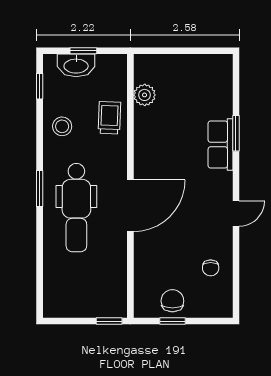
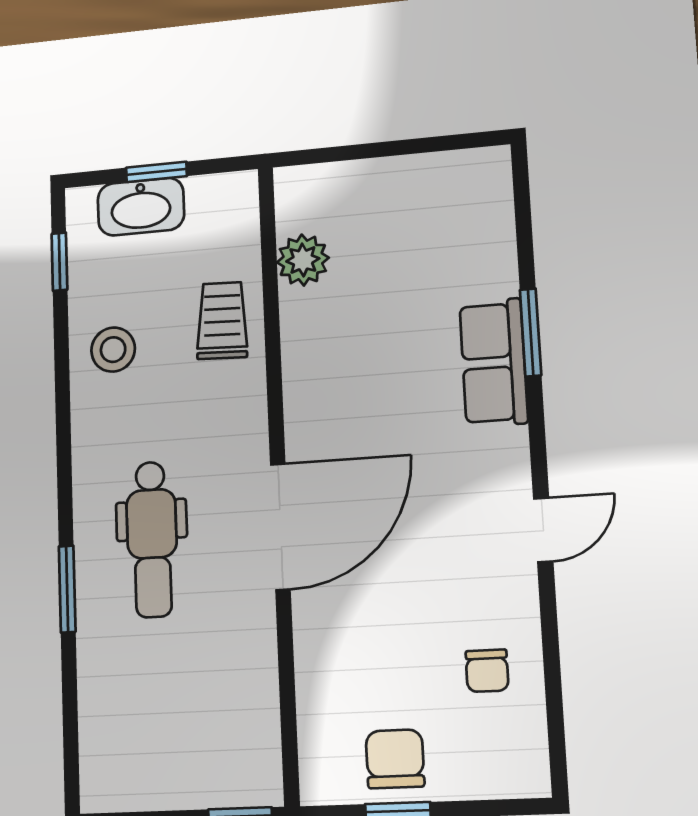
window: (40, 188) -> (67, 589), moved
dental chair: (76, 208) -> (152, 539), width x0.73, depth x0.72

